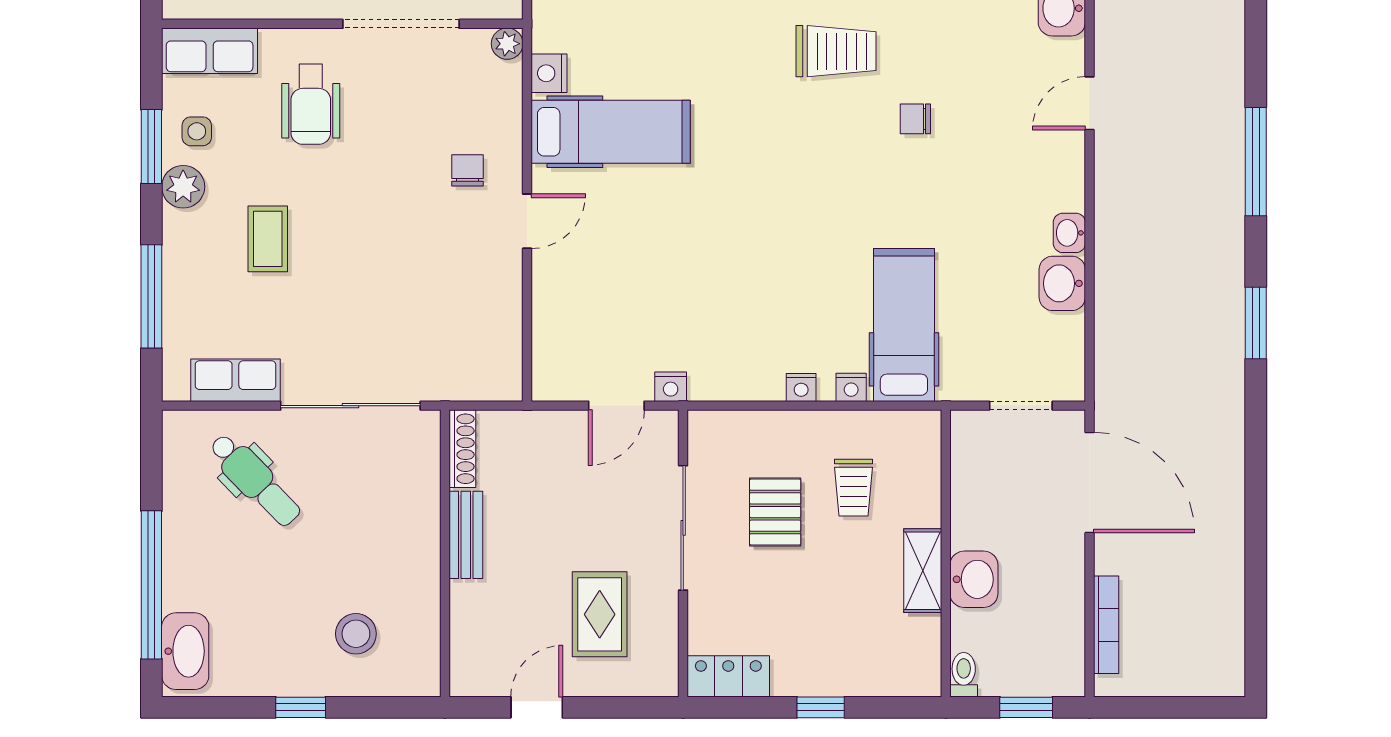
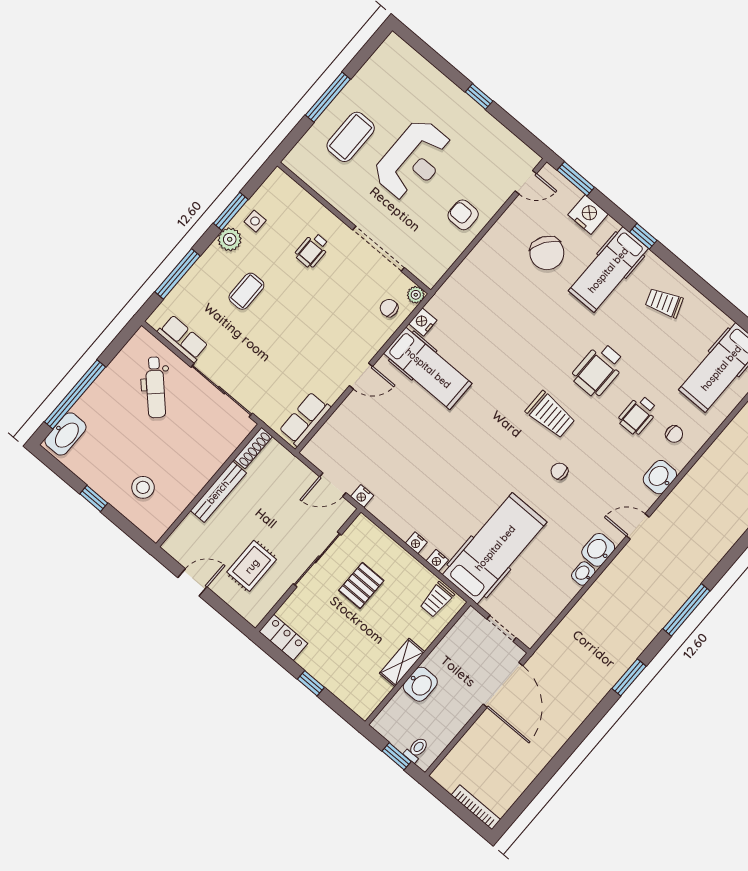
row of seats: (210, 51) -> (305, 419), moved, turned 90
wheelchair: (311, 104) -> (312, 250), width x0.73, depth x0.73
chair: (467, 170) -> (389, 308), moved, turned -90
washbasin: (1062, 283) -> (598, 550), moved
hospital bed: (904, 325) -> (495, 548), width x1.37, depth x1.29
trolley: (854, 488) -> (437, 600), moved
bench: (466, 535) -> (218, 492), width x1.36
bookcase: (1106, 625) -> (476, 807), moved, turned -90
toilet: (964, 675) -> (416, 750), moved

